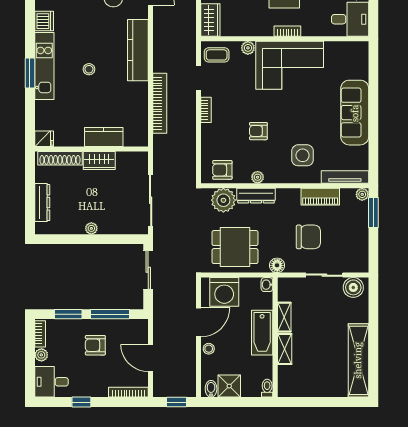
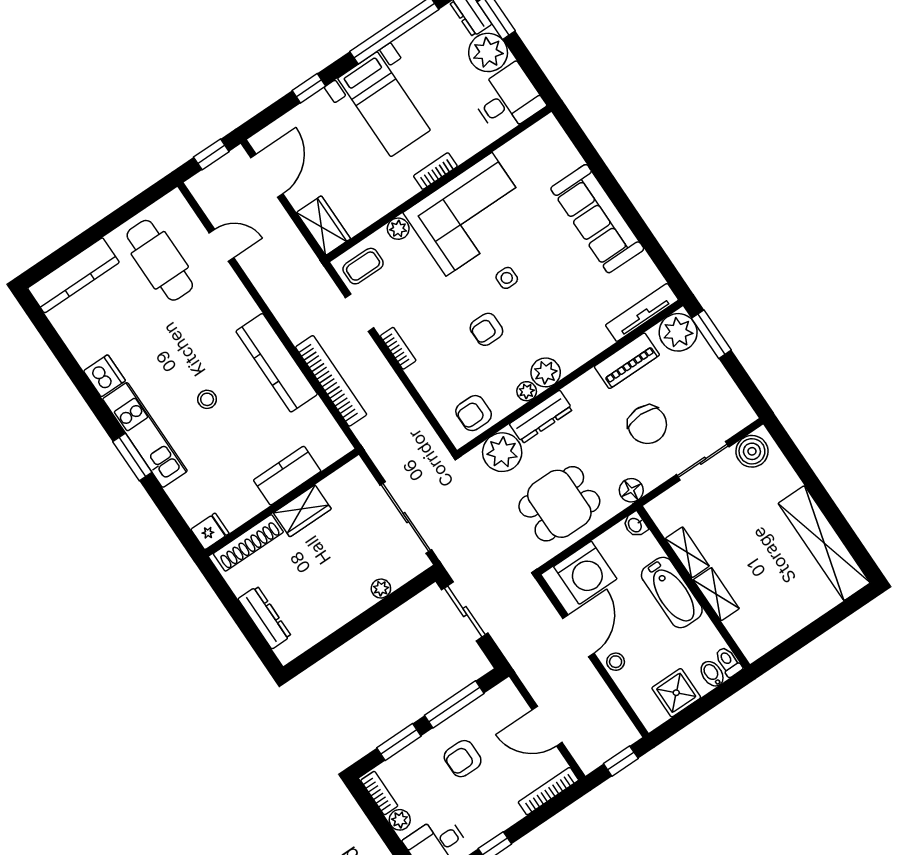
kitchen counter: (138, 50) -> (277, 363), moved
side table: (303, 155) -> (507, 278), moved, width x0.54, depth x0.54
plant: (274, 174) -> (546, 372), added
plant: (362, 194) -> (678, 332), width x1.88, depth x1.88
plant: (91, 228) -> (381, 589), moved
chair: (308, 237) -> (647, 425), turned 90
bidet: (211, 389) -> (712, 674), moved

